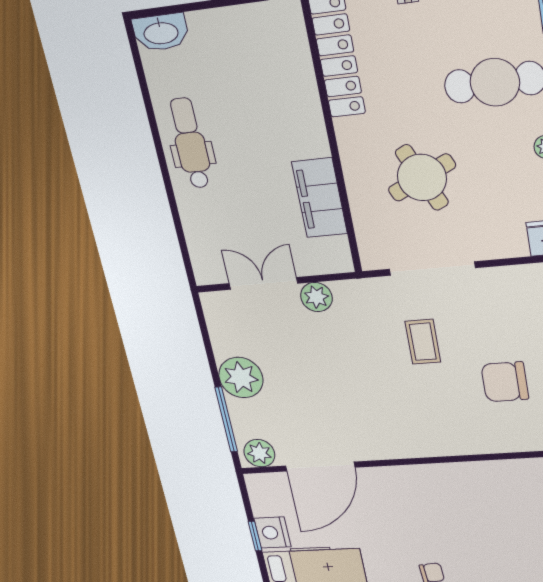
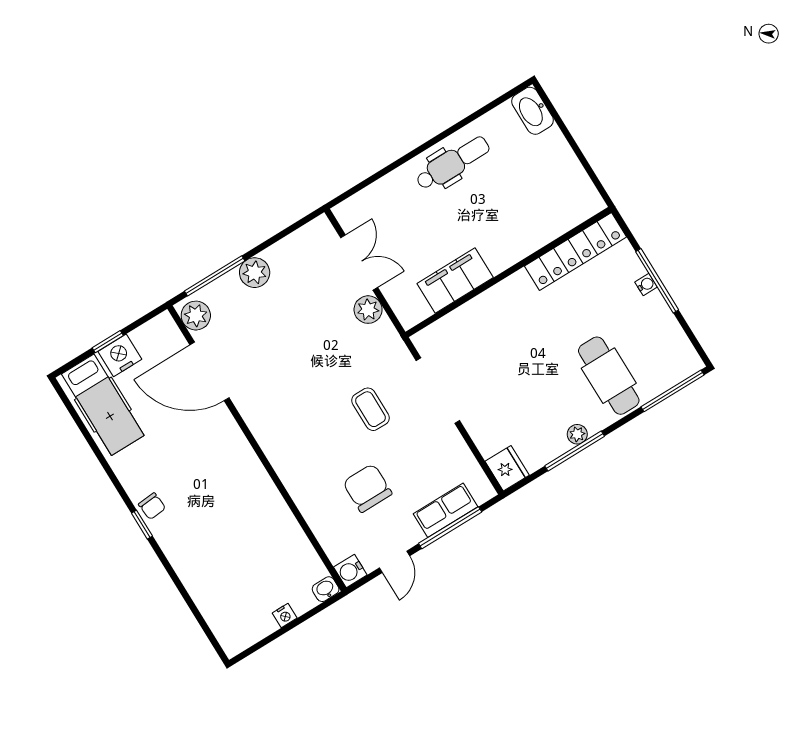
round table: (422, 178) -> (509, 352), removed
coffee table: (423, 342) -> (371, 409), turned 90
plant: (241, 378) -> (255, 273), width x0.73, depth x0.73

